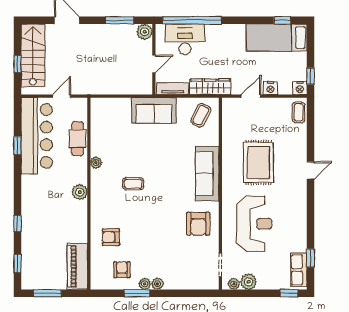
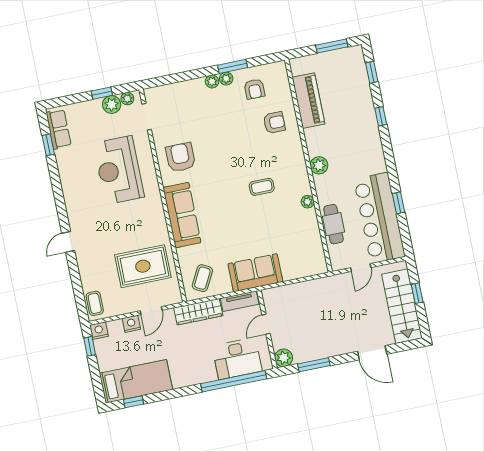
rug: (258, 162) -> (143, 266), moved, turned 90
piano: (77, 266) -> (308, 101), moved
window: (289, 293) -> (102, 93), moved

